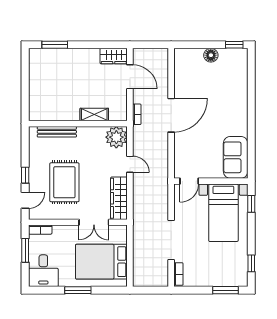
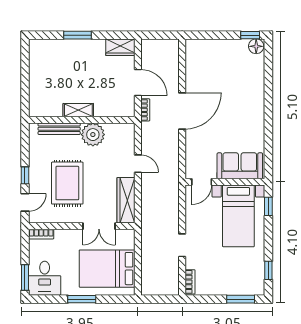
window: (55, 45) -> (78, 35), moved
floor lamp: (211, 55) -> (256, 46), moved
door: (130, 77) -> (138, 83), moved
shelving: (94, 115) -> (78, 110), moved
plant: (116, 137) -> (93, 135), moved
sofa: (236, 157) -> (240, 166), moved, turned 90
doorway: (171, 240) -> (182, 245), width x0.53
window: (25, 250) -> (25, 278), moved

